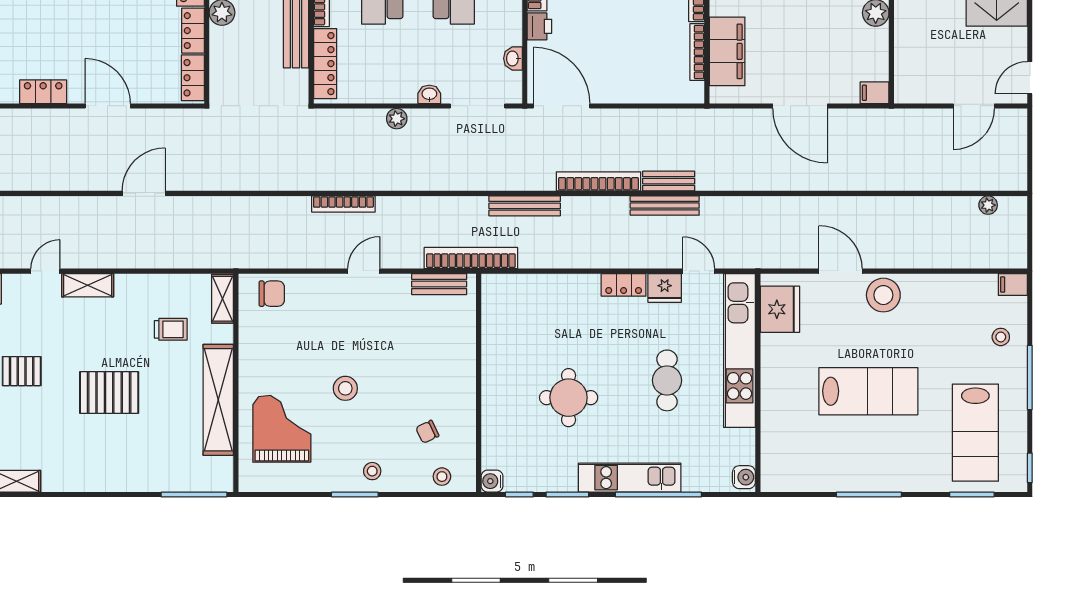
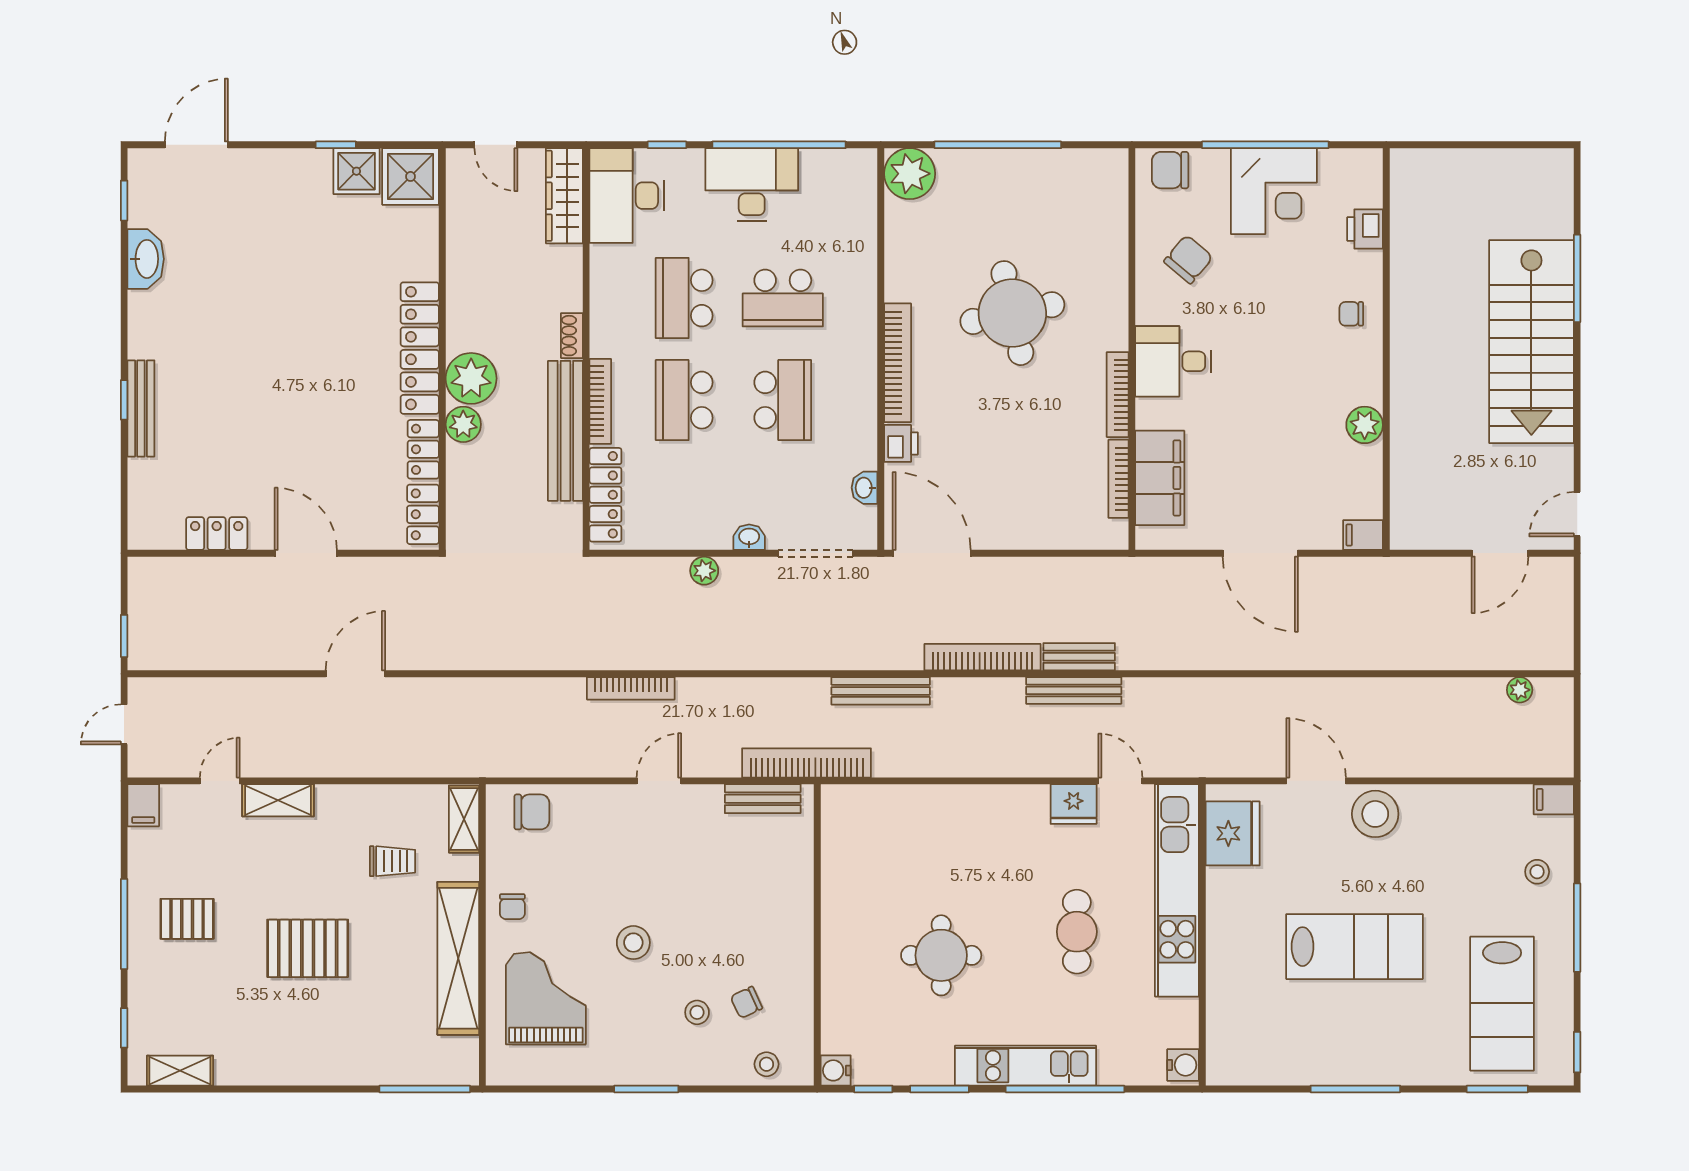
locker: (624, 285) -> (1017, 800), removed
chair: (258, 362) -> (512, 907), added
stool: (372, 471) -> (697, 1012), moved

